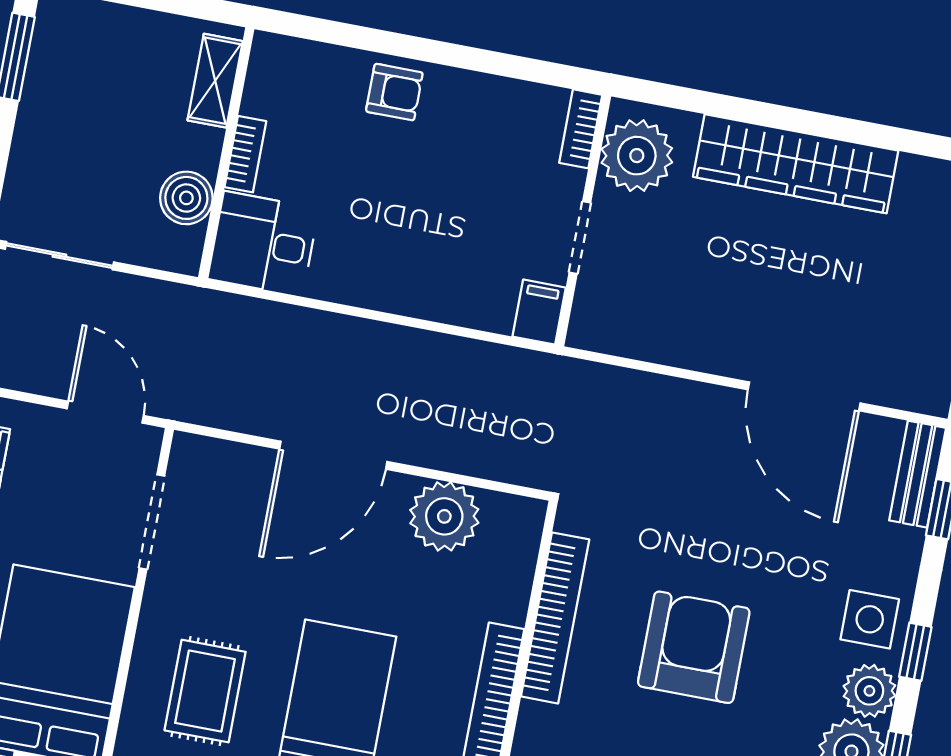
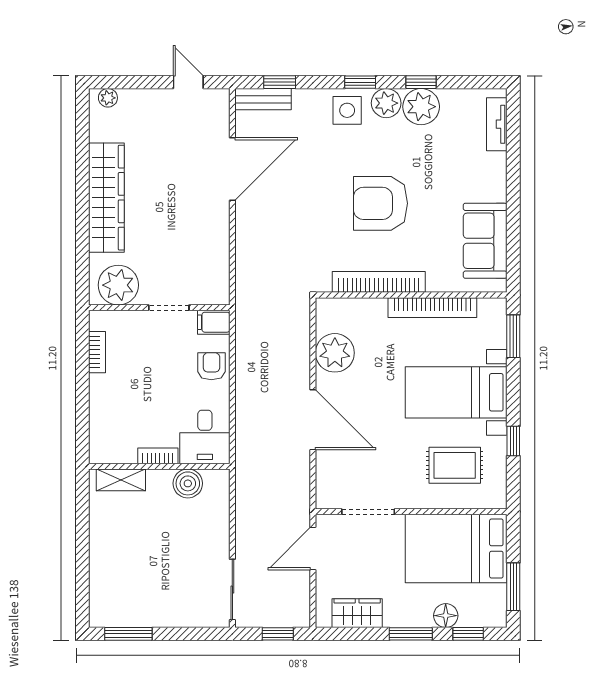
shelving: (215, 81) -> (121, 480), moved
armchair: (394, 92) -> (211, 366), moved
bookcase: (581, 129) -> (97, 352), moved, turned -90
wall: (226, 153) -> (159, 466), moved
bookcase: (245, 154) -> (158, 456), moved
boiler: (186, 198) -> (188, 483), moved
desk: (263, 244) -> (205, 437), moved

